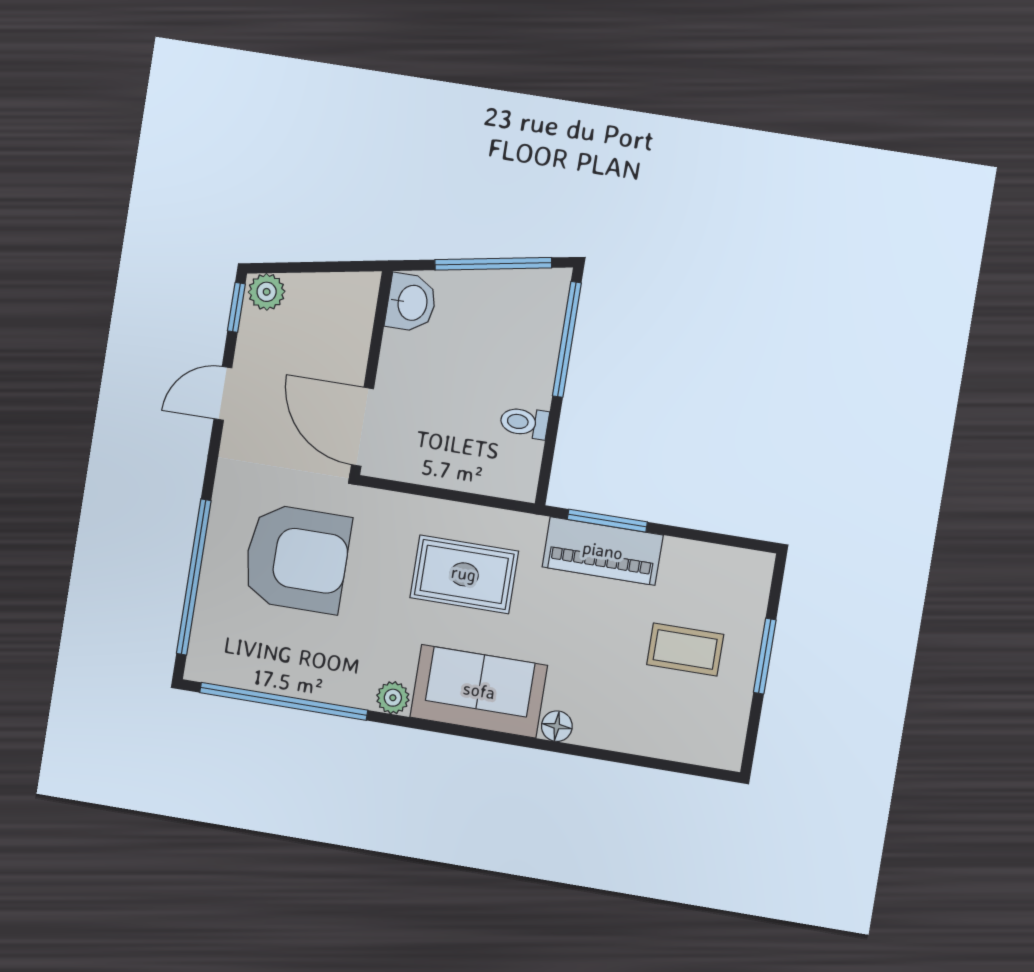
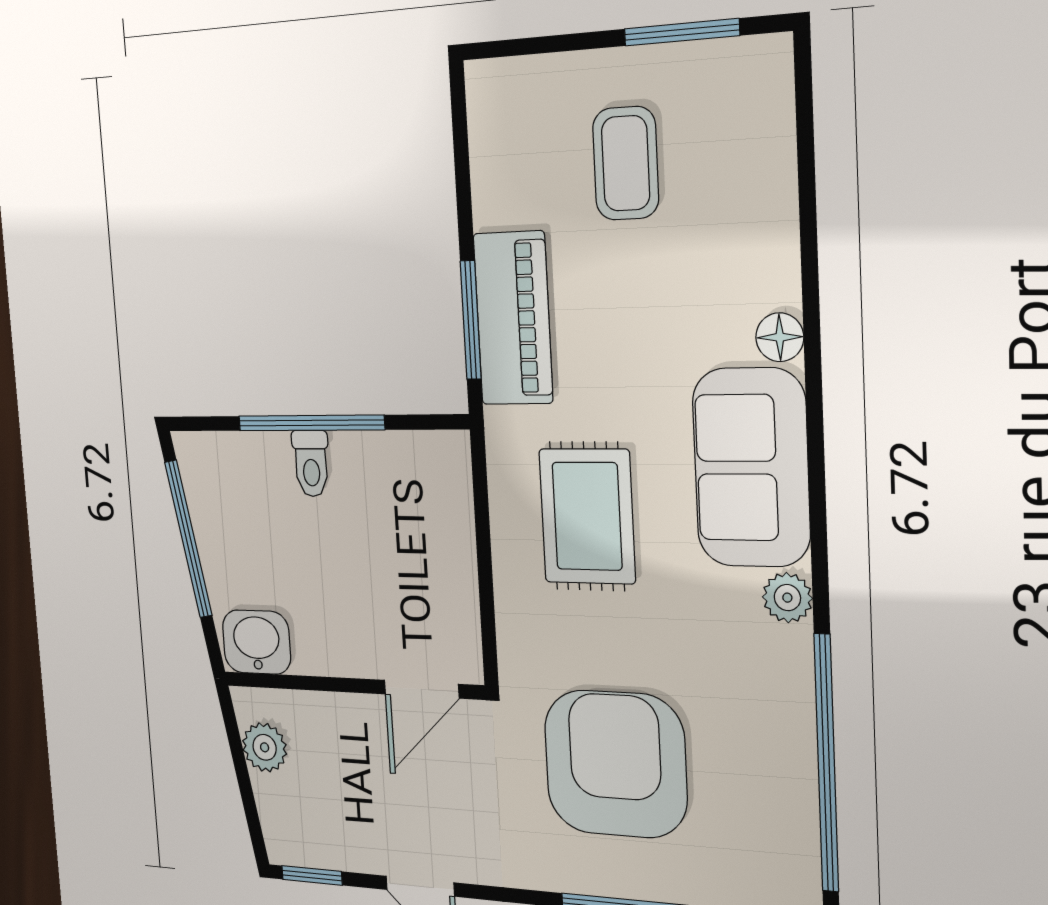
plant: (267, 292) -> (265, 747), moved
window: (567, 339) -> (311, 423), moved
toilet: (524, 422) -> (311, 463), moved
door: (362, 427) -> (422, 689), width x0.73
window: (765, 656) -> (682, 32), moved

